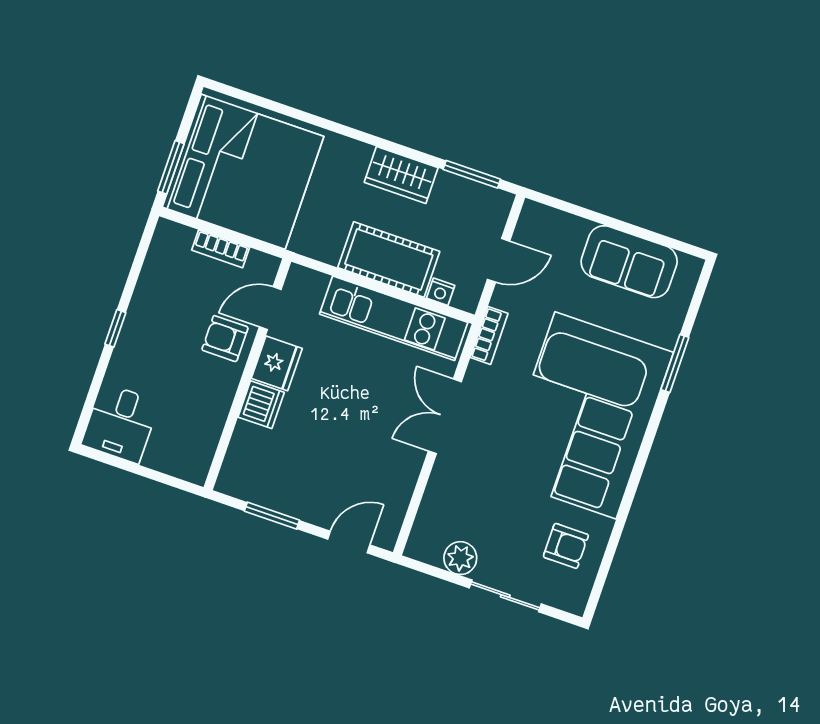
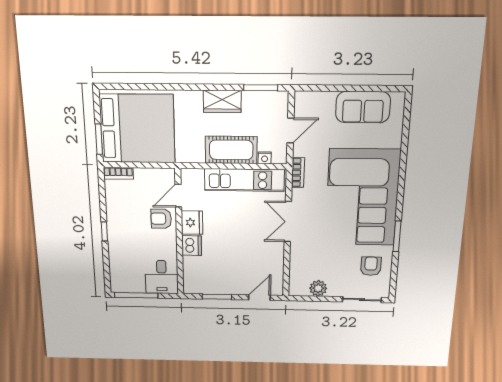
bookcase: (221, 249) -> (118, 173), moved
window: (675, 363) -> (397, 236), moved
desk: (120, 423) -> (162, 277), moved
window: (126, 465) -> (136, 295), added
armchair: (566, 546) -> (371, 266), turned -90
sliding door: (505, 596) -> (362, 300), moved

